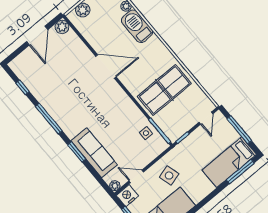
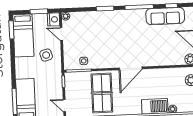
door: (106, 67) -> (131, 68), moved
sofa: (94, 153) -> (165, 16), moved
door: (136, 176) -> (61, 34), swing flipped

